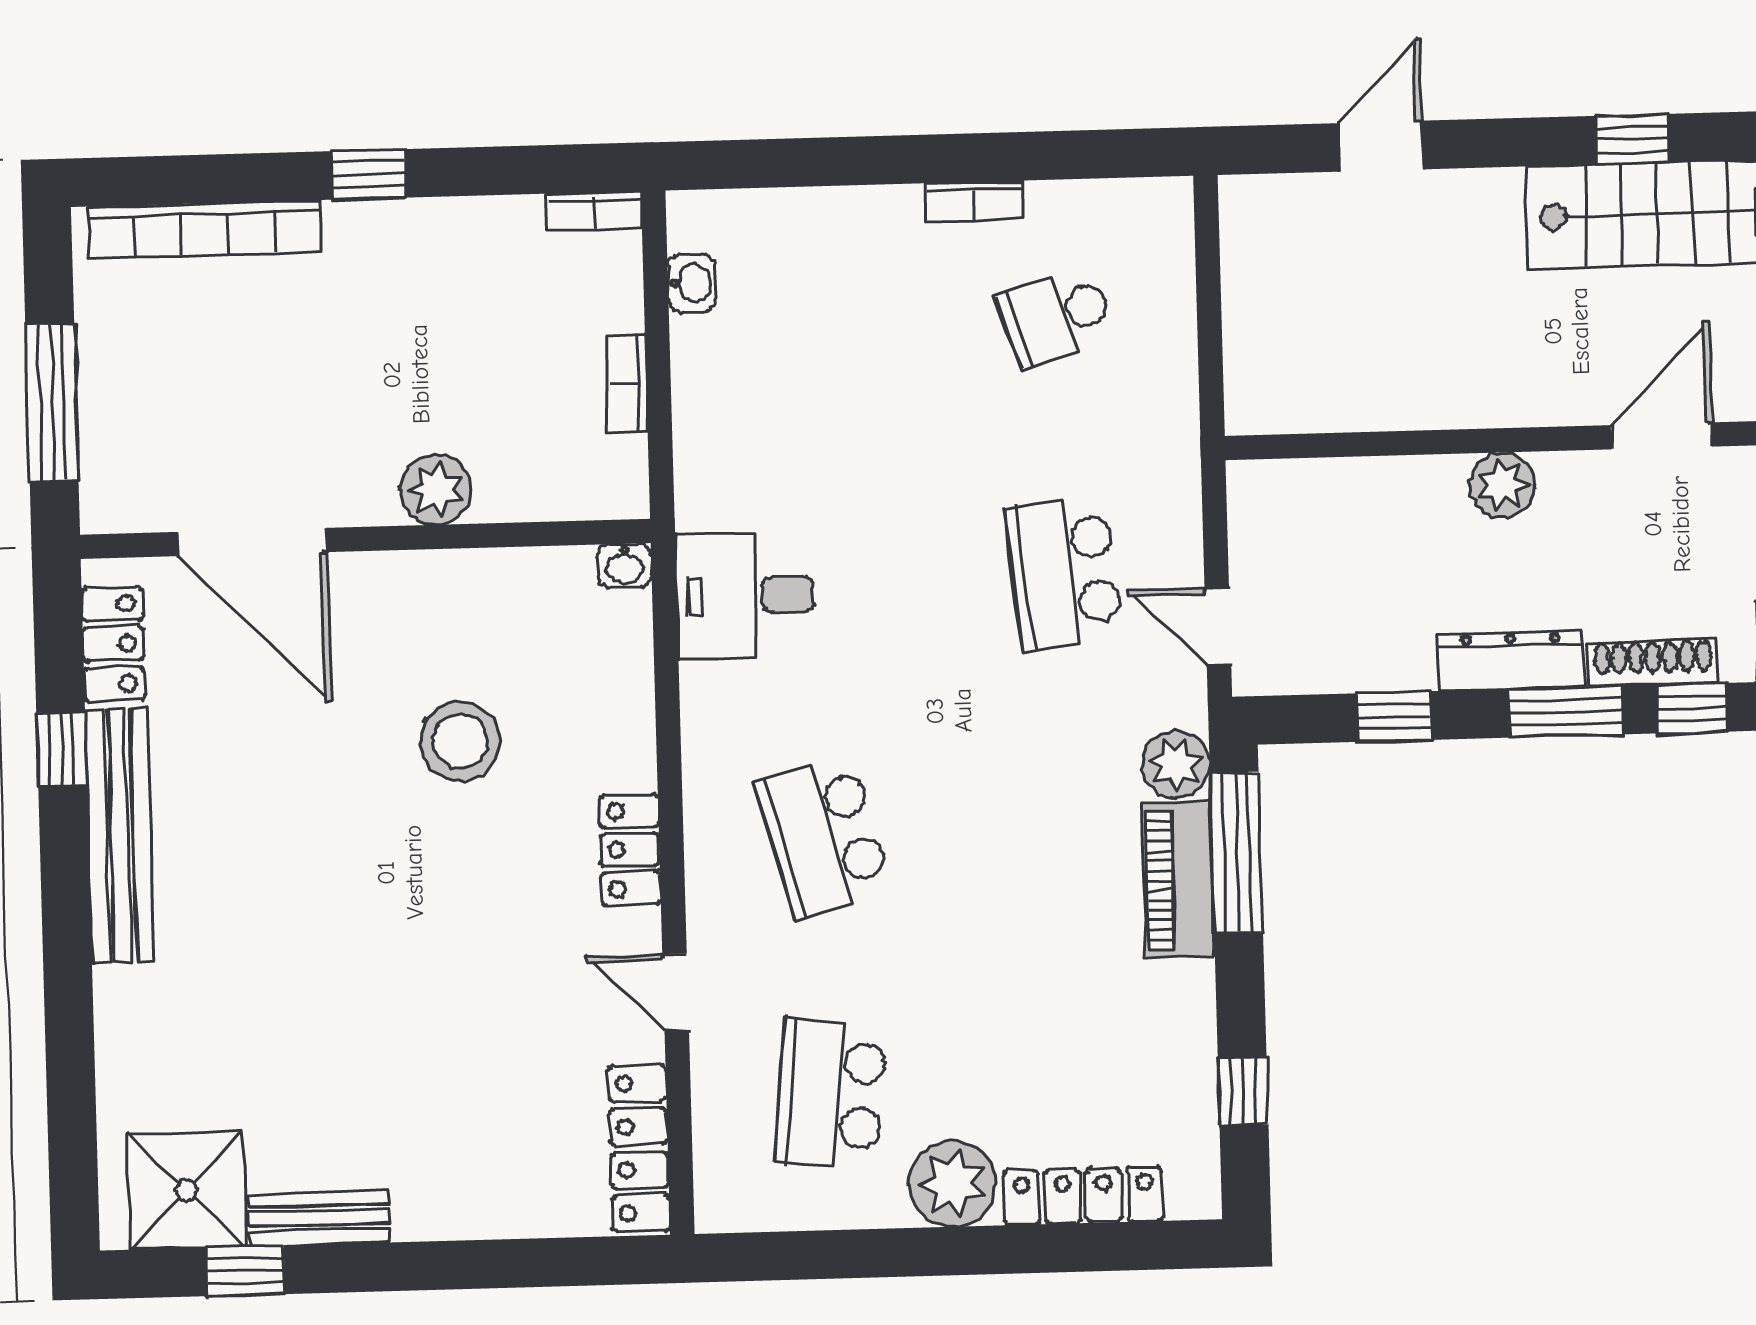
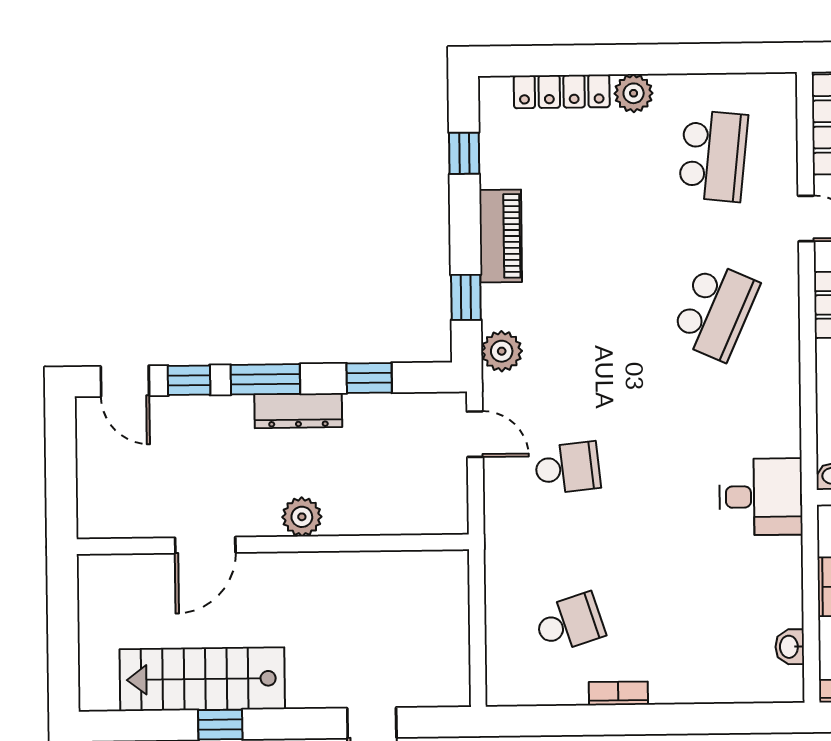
school desk: (1064, 573) -> (567, 468), width x0.54
desk: (745, 595) -> (761, 497), moved
shoe rack: (1653, 663) -> (212, 408), removed
school desk: (824, 837) -> (715, 311), turned 39
window: (1236, 853) -> (466, 297), width x0.46
piano: (1178, 880) -> (501, 236), moved
plant: (952, 1183) -> (634, 93), width x0.73, depth x0.73

